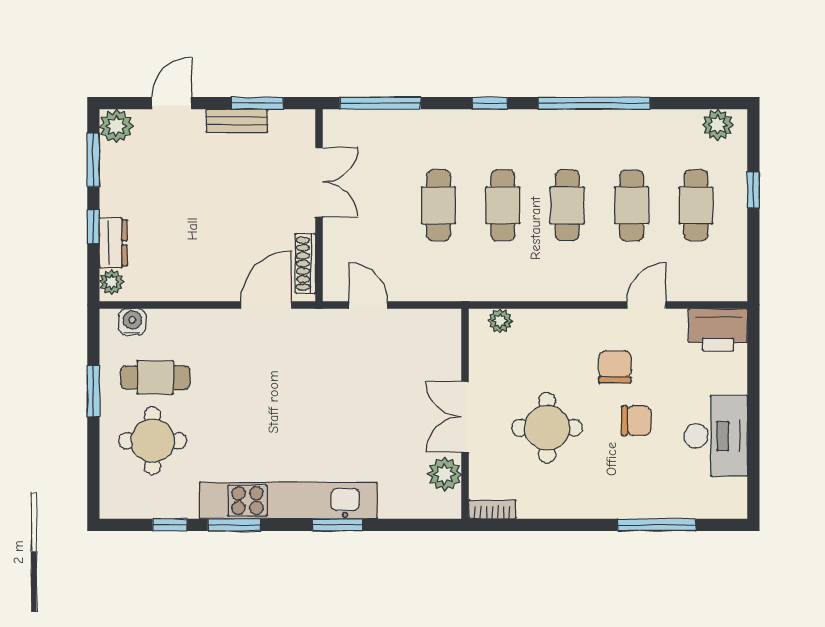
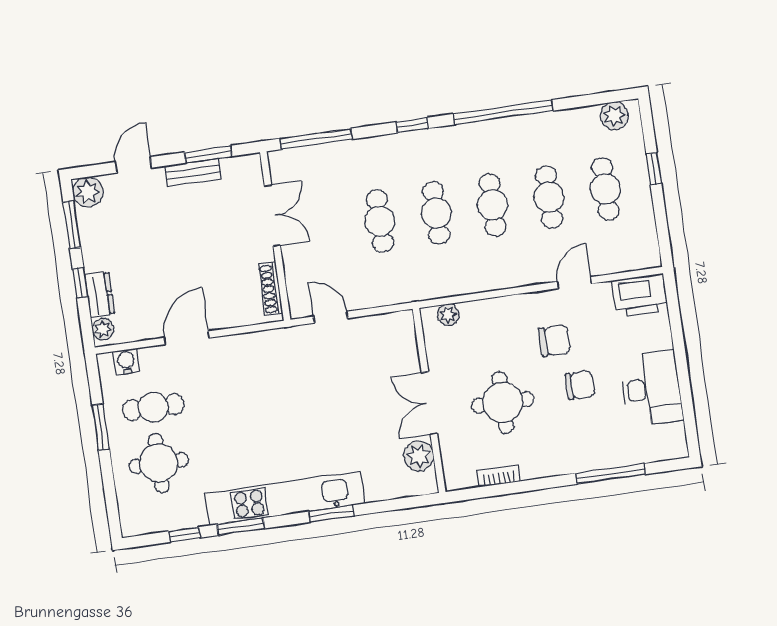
door: (266, 305) -> (187, 338), moved
chair: (615, 367) -> (555, 341), turned 90
bookcase: (492, 509) -> (499, 476), moved

